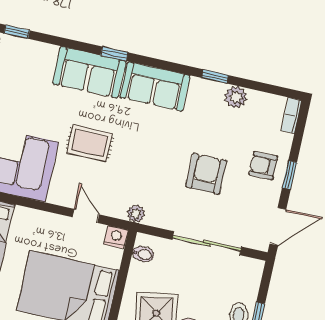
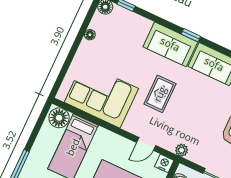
rug: (90, 143) -> (160, 94), turned 90
door: (86, 216) -> (146, 144), swing flipped

